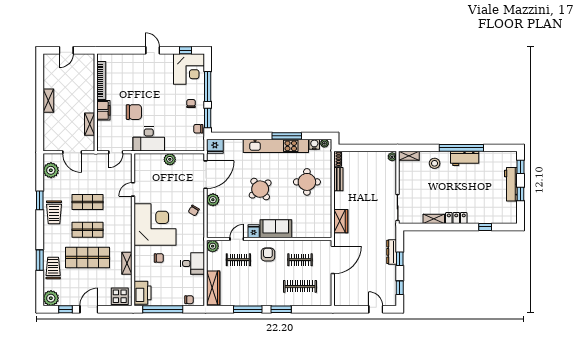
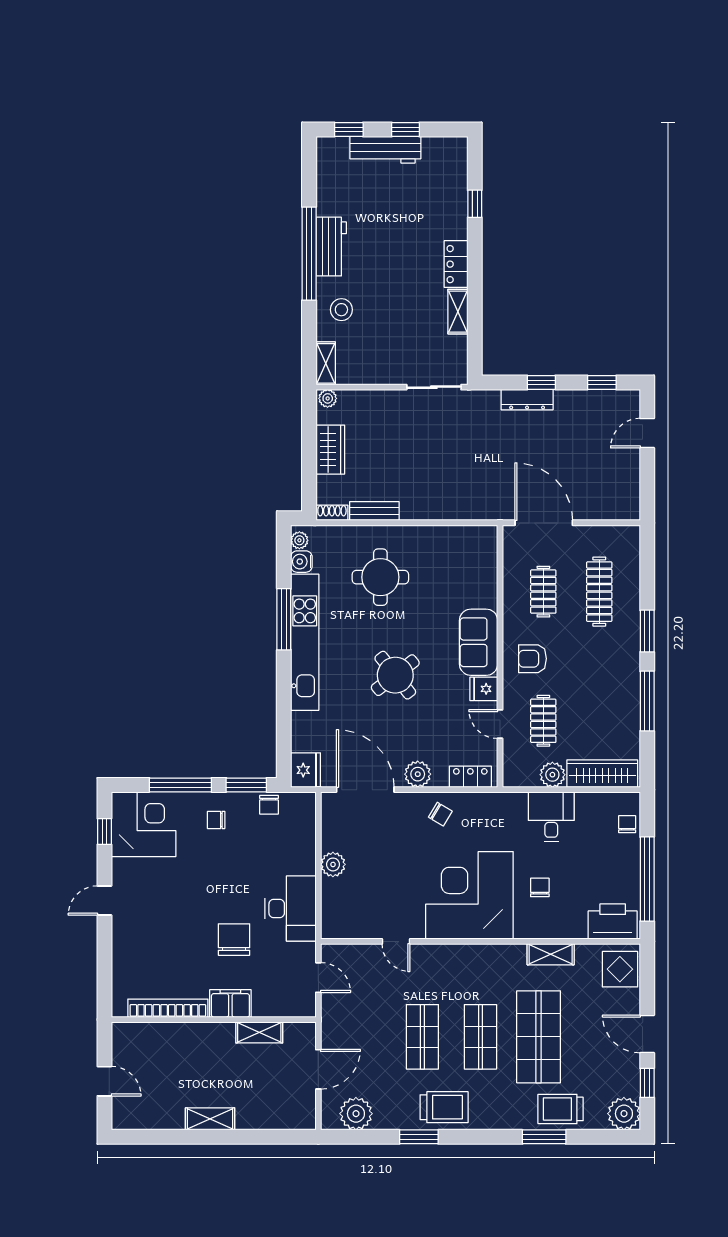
wardrobe: (341, 221) -> (330, 450), moved, turned 90
locker: (212, 225) -> (470, 777), added
plant: (213, 246) -> (552, 775), moved

